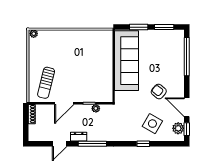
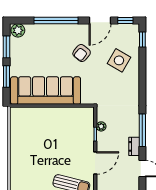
window: (187, 57) -> (56, 21), moved
door: (64, 103) -> (95, 163), hinge flipped
plant: (178, 128) -> (18, 30), moved
window: (143, 144) -> (142, 40), moved

